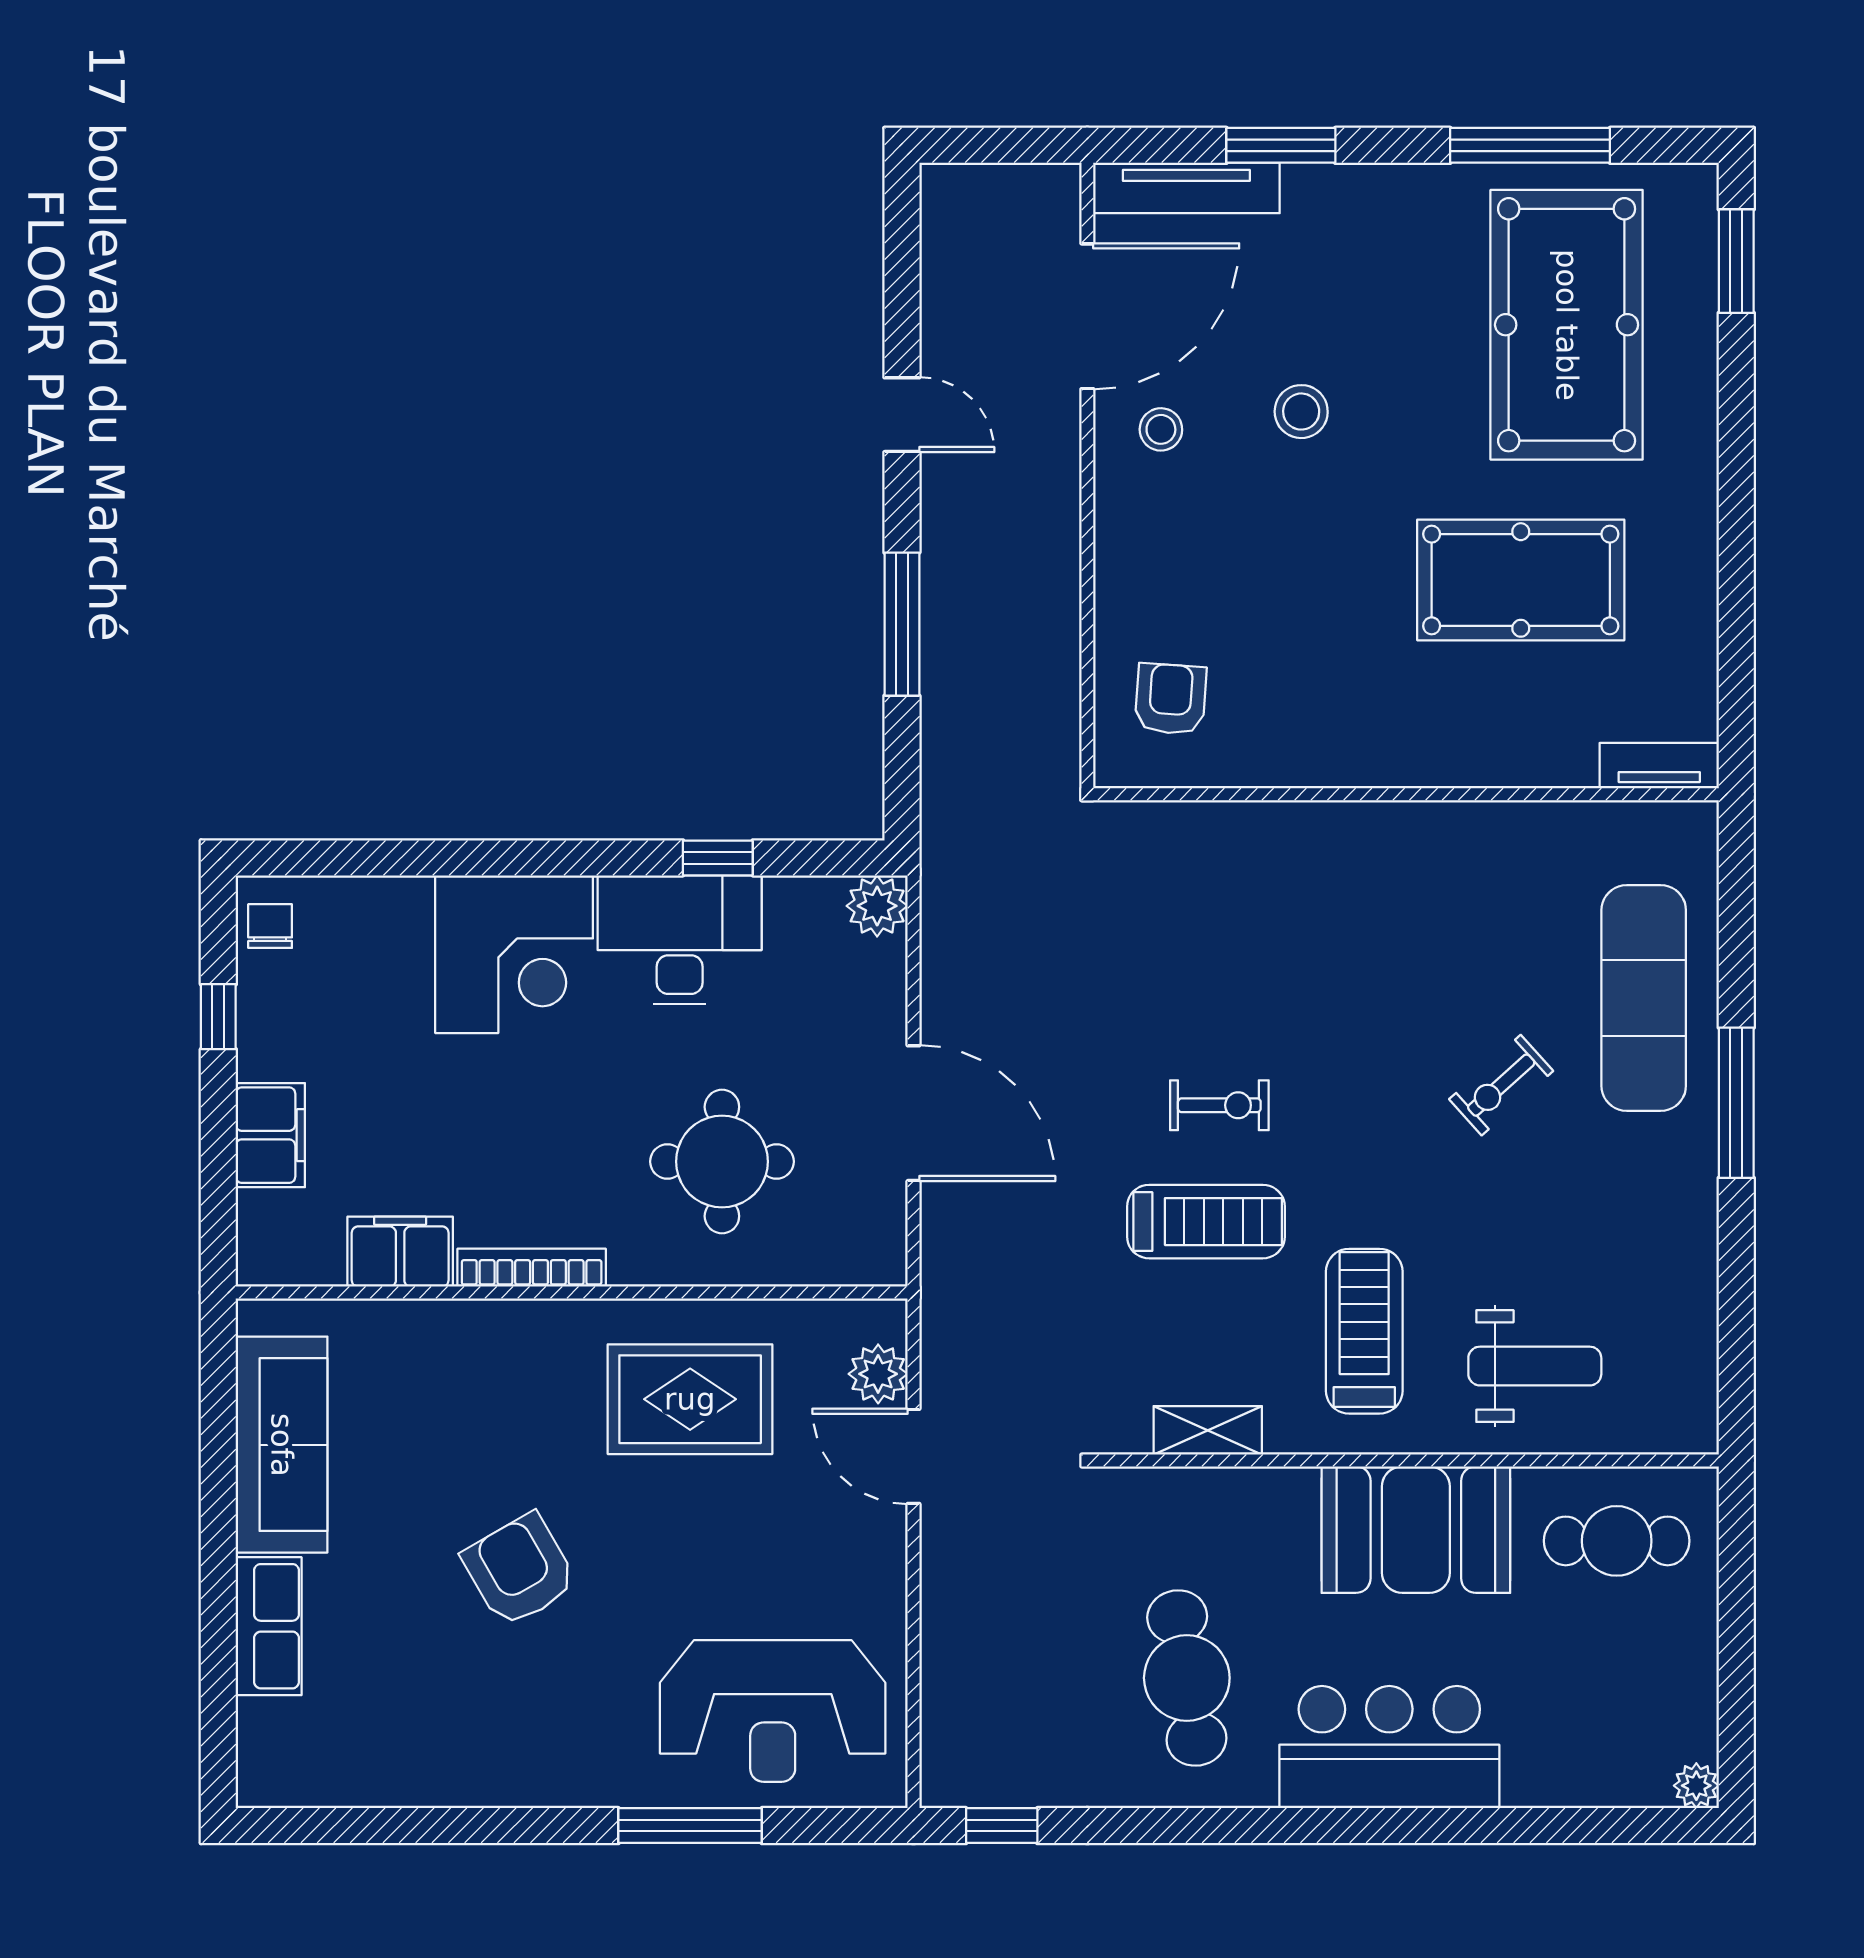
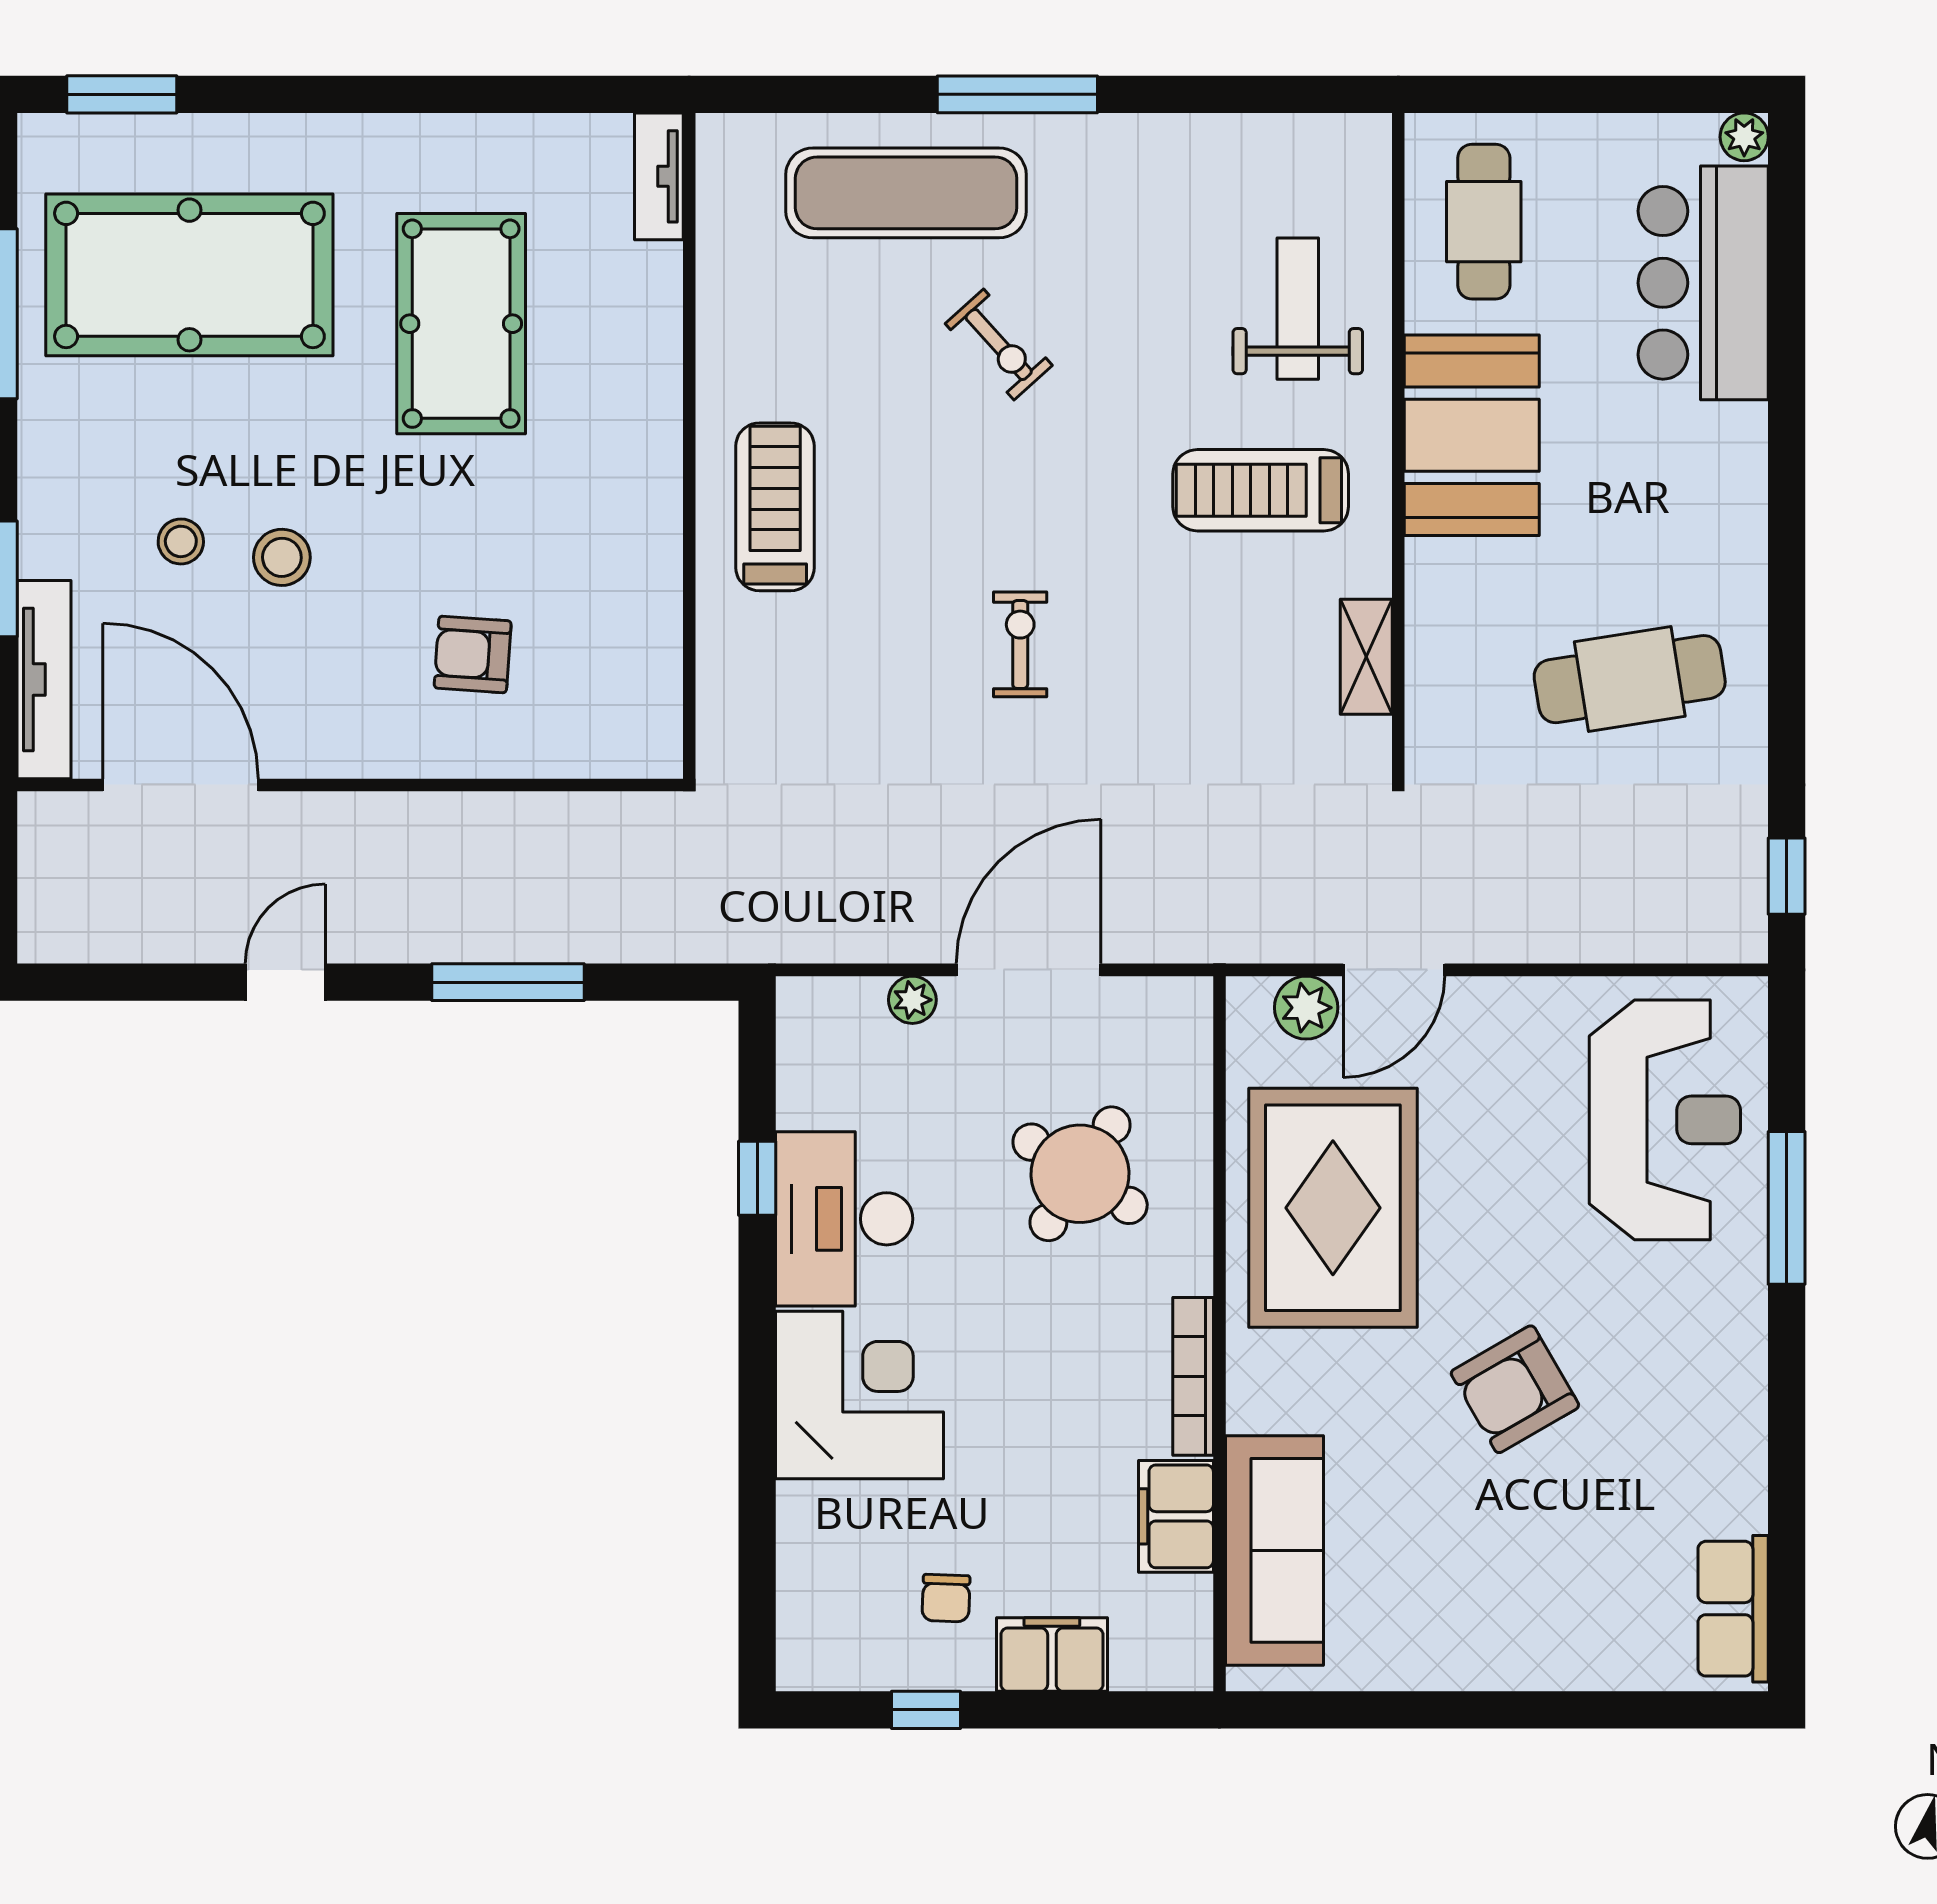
stool: (1161, 429) -> (181, 541), moved
armchair: (1171, 699) -> (473, 654), moved
plant: (877, 906) -> (912, 1000), moved, width x0.73, depth x0.73
chair: (270, 926) -> (946, 1598), moved, turned -88
round table: (722, 1162) -> (1080, 1174), turned 33
treadmill: (1206, 1222) -> (775, 507), moved
rug: (690, 1399) -> (1333, 1208), width x1.37, depth x1.44
sofa: (282, 1445) -> (1274, 1550), moved, turned 90
row of seats: (269, 1626) -> (1733, 1609), moved, turned -90
bar counter: (1389, 1747) -> (1703, 283), moved

